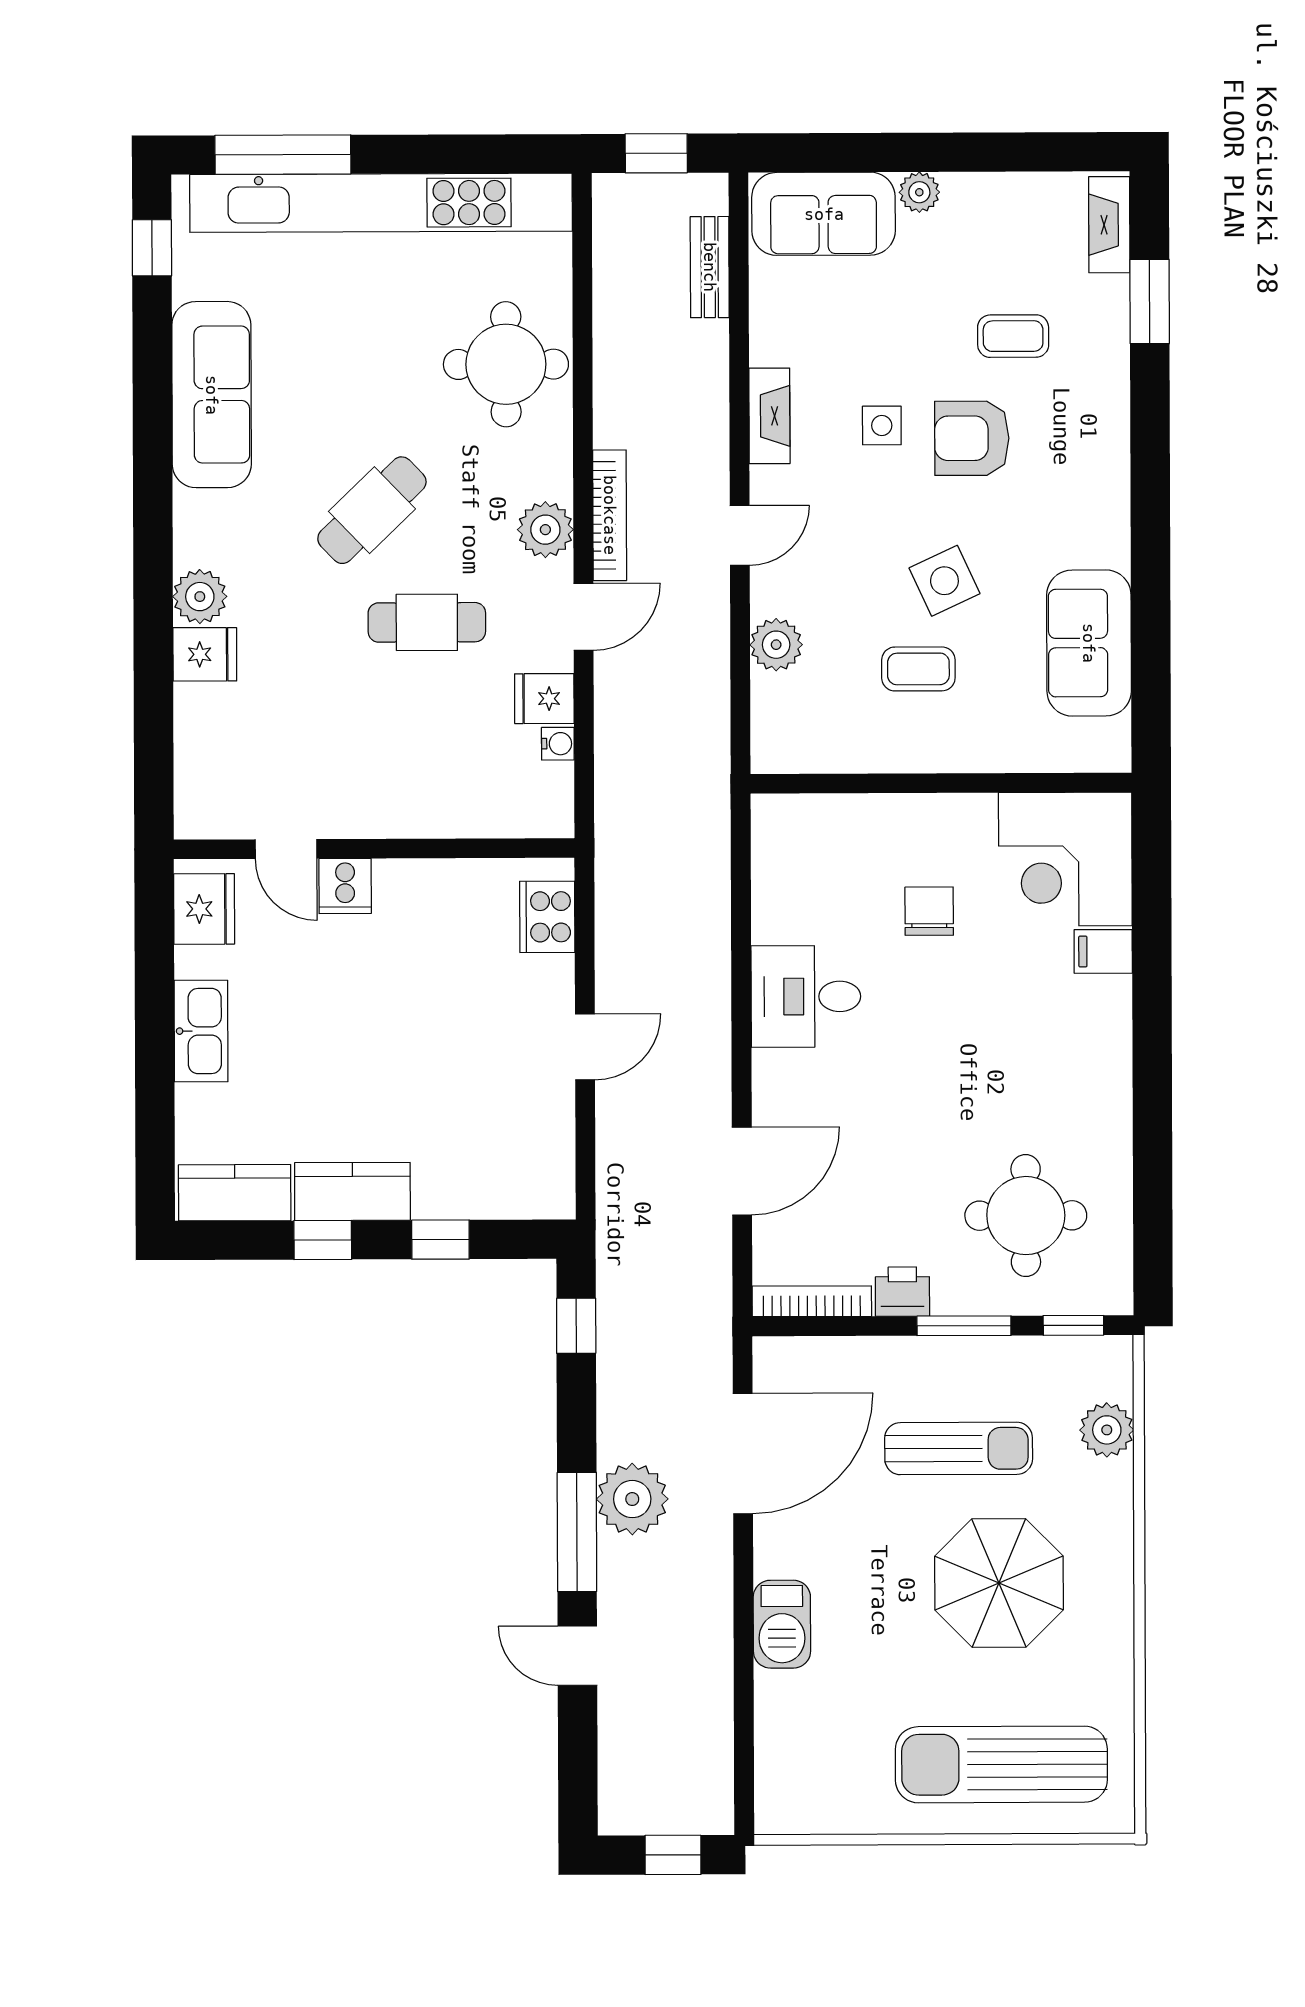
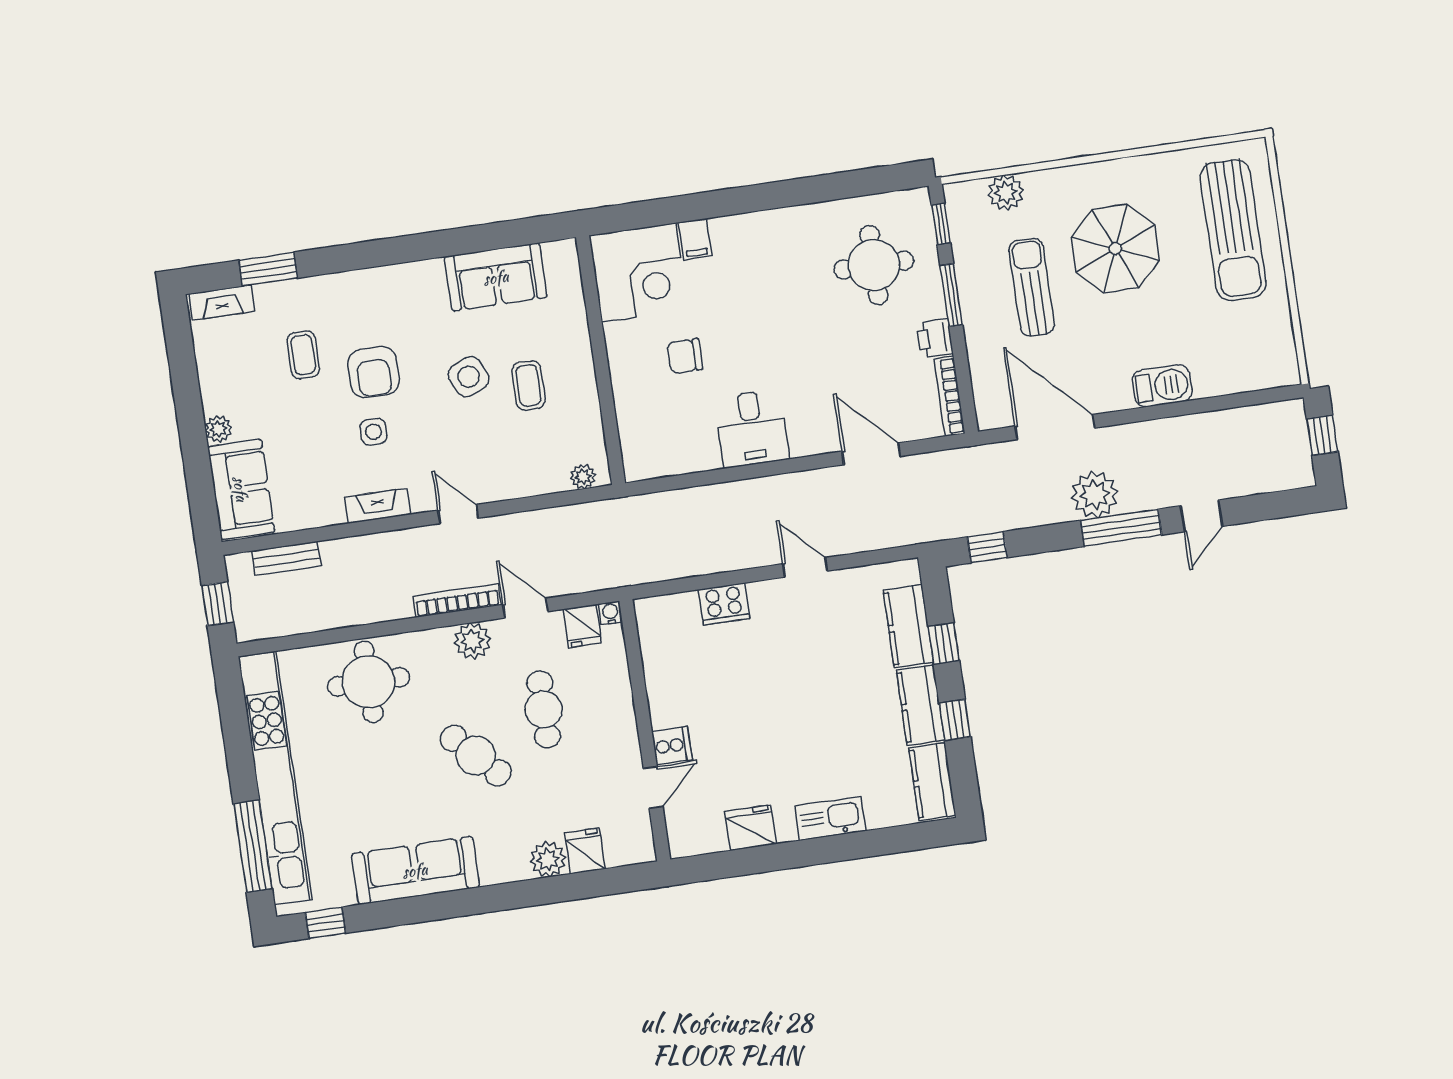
plant: (776, 645) -> (583, 477), moved, width x0.73, depth x0.73
door: (286, 849) -> (653, 787), moved
wall: (374, 849) -> (645, 730), moved
cooker: (345, 886) -> (672, 746), moved
kitchen counter: (474, 1190) -> (908, 626), added

